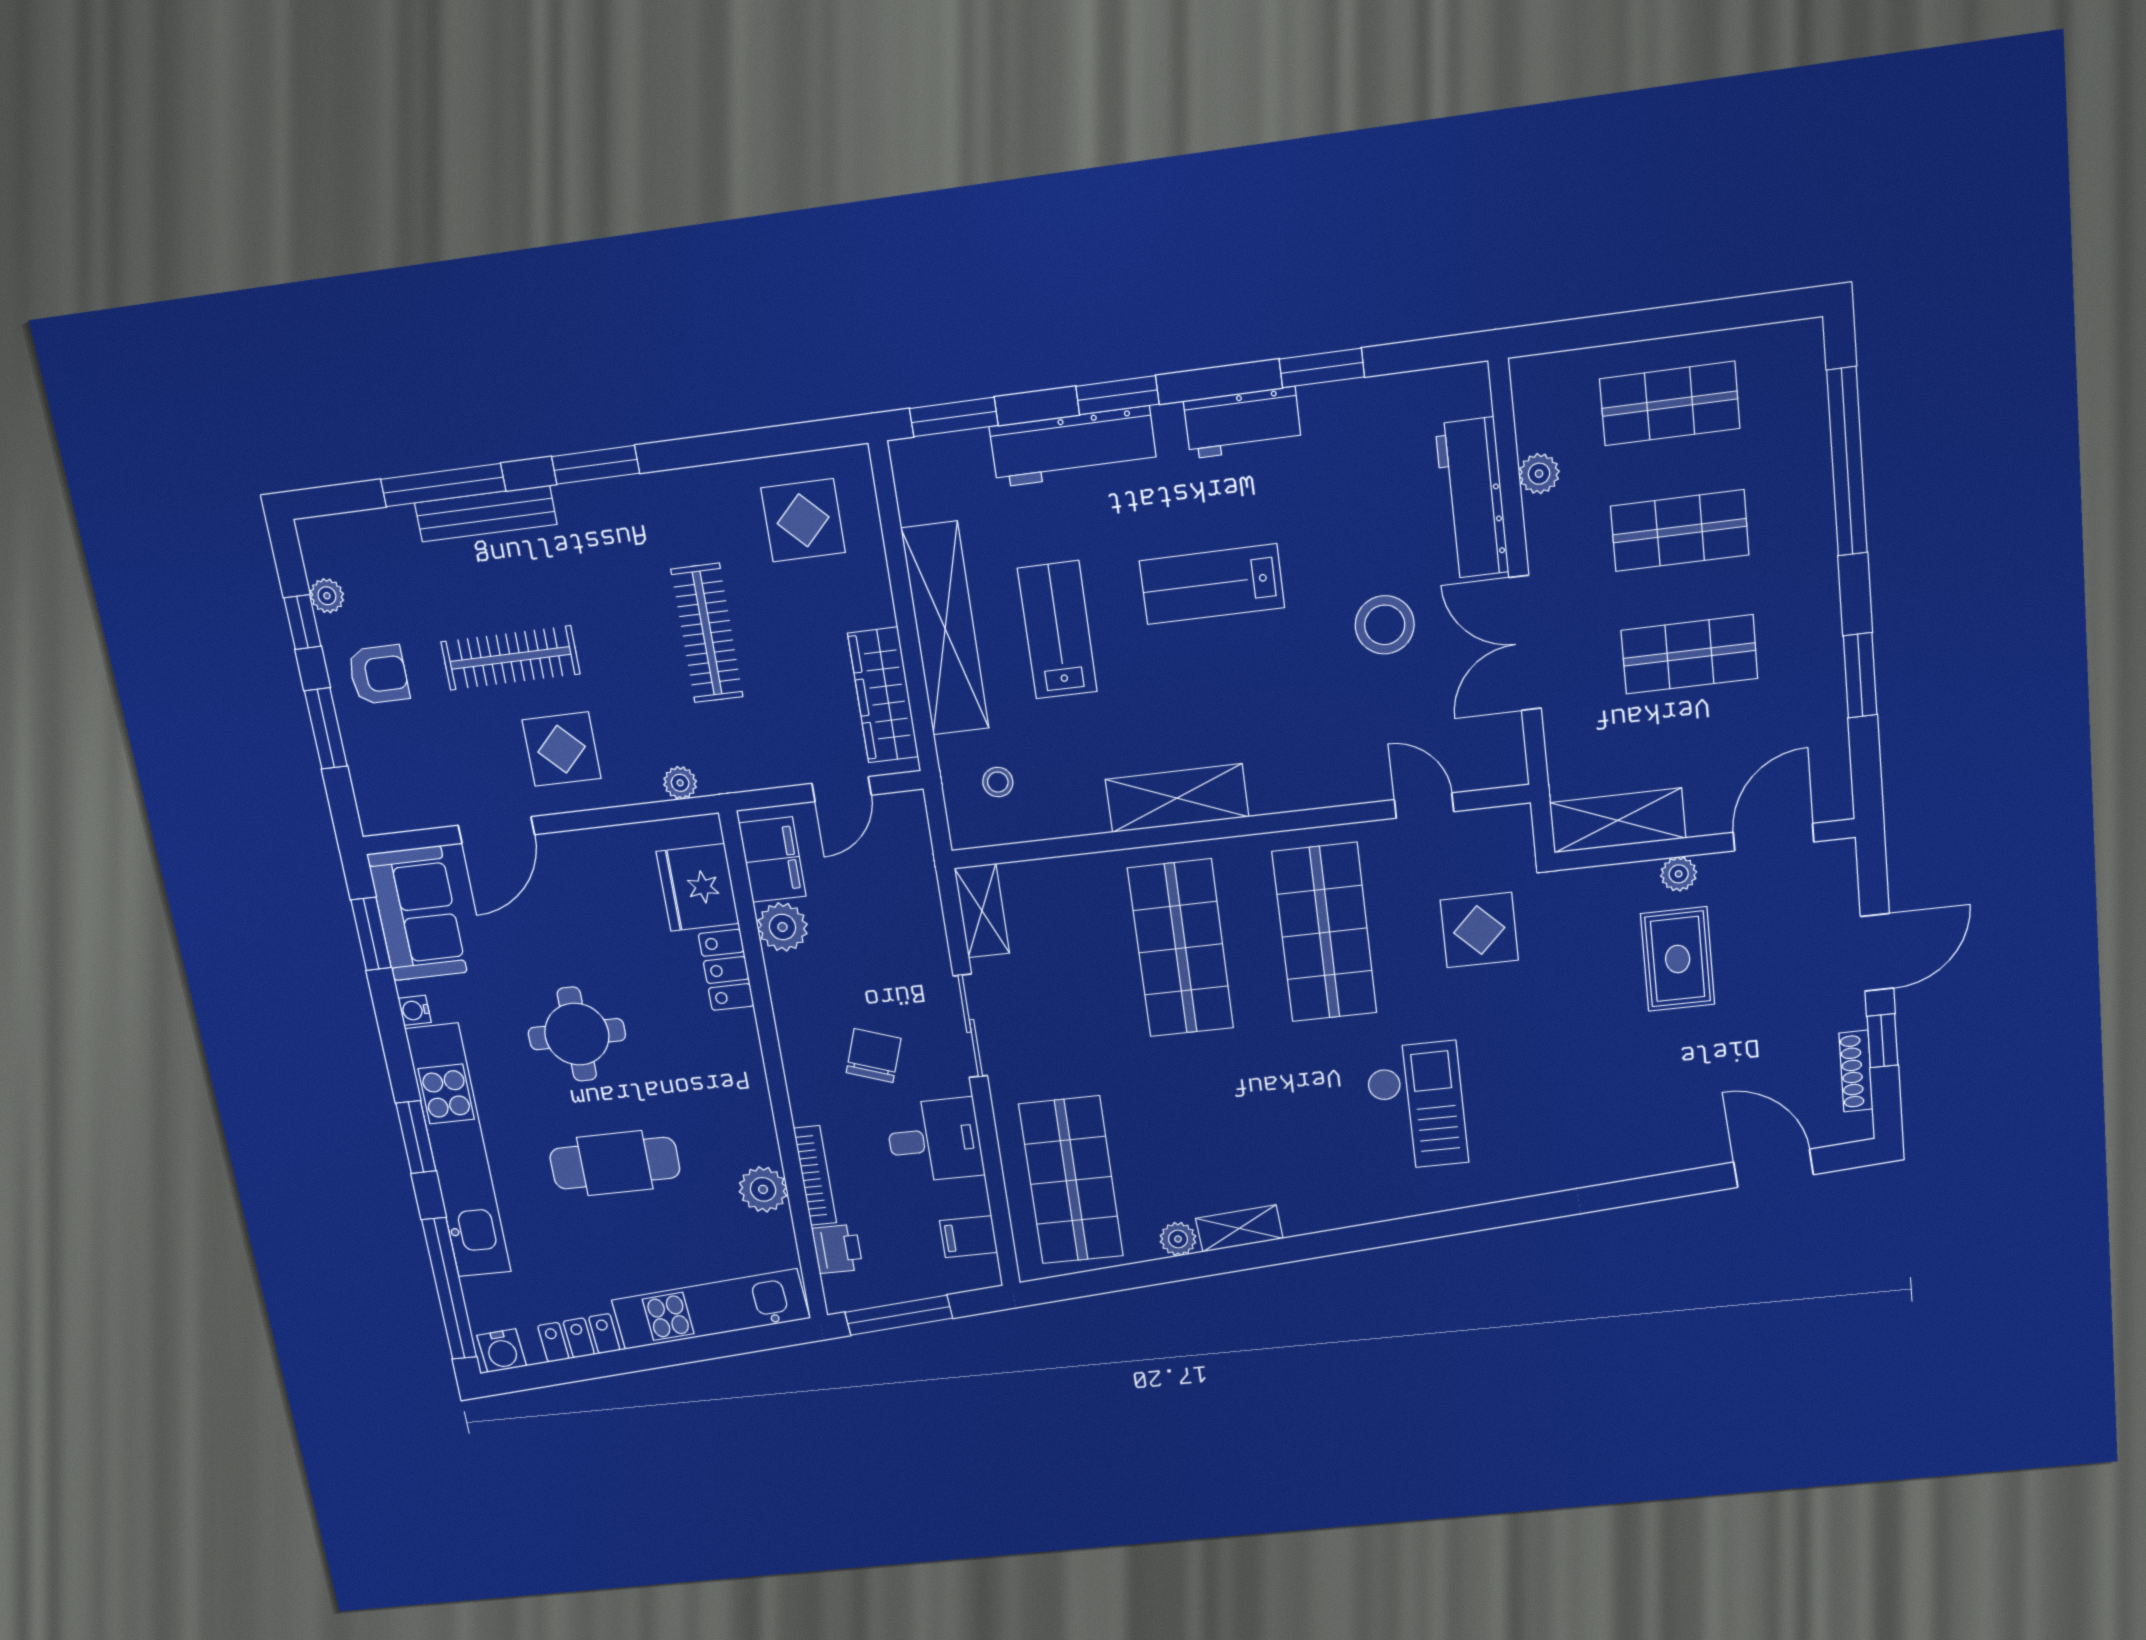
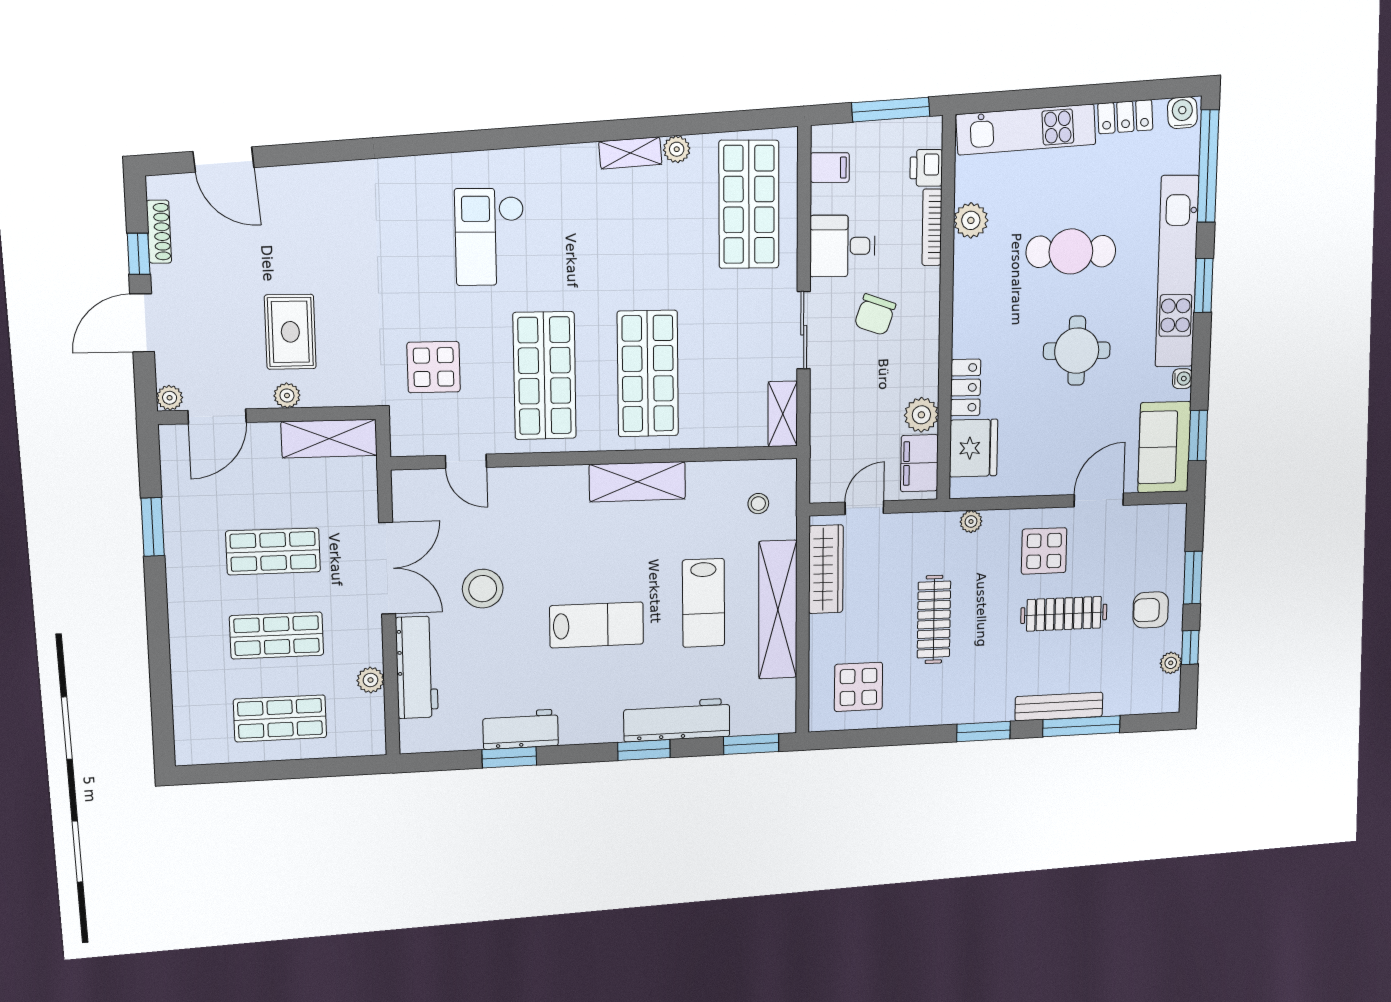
workbench: (1243, 423) -> (521, 729), moved
window: (1847, 462) -> (160, 672), removed
plant: (1839, 857) -> (170, 398), added

